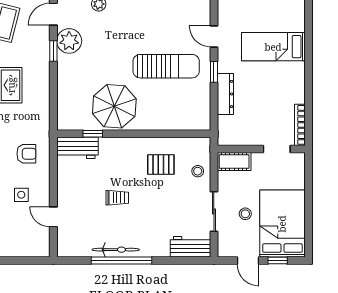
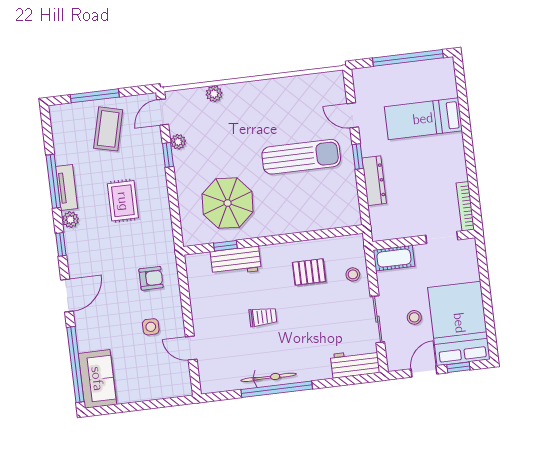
plant: (69, 41) -> (178, 142), width x0.53, depth x0.53
parasol: (114, 106) -> (228, 203), moved
workbench: (77, 148) -> (236, 261), moved
door: (248, 261) -> (424, 371), swing flipped

